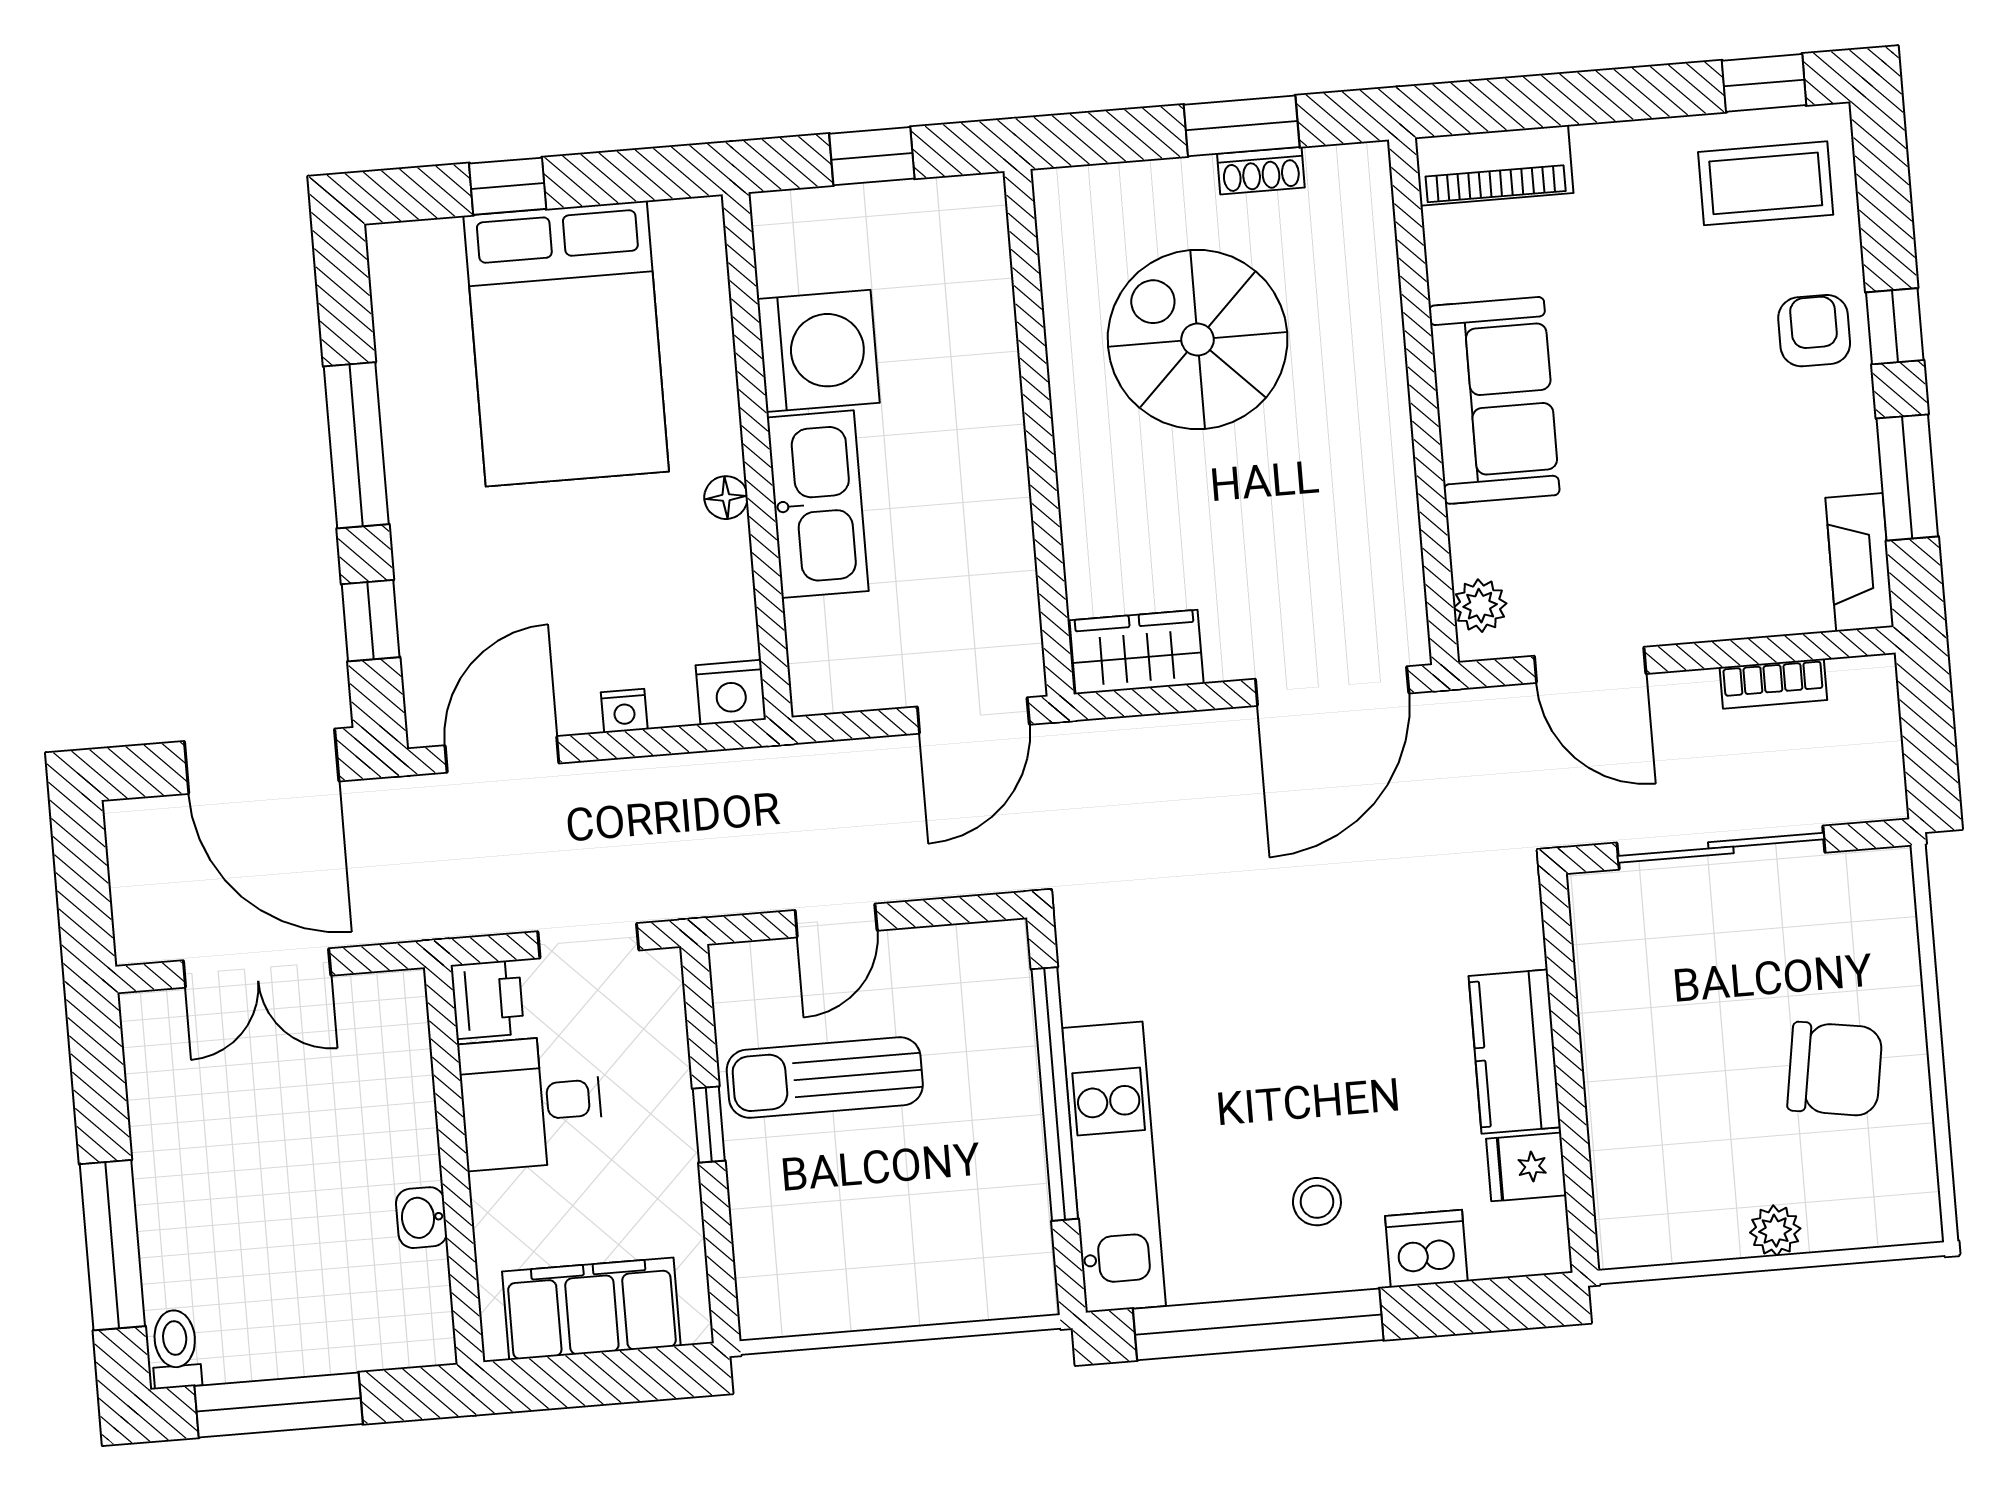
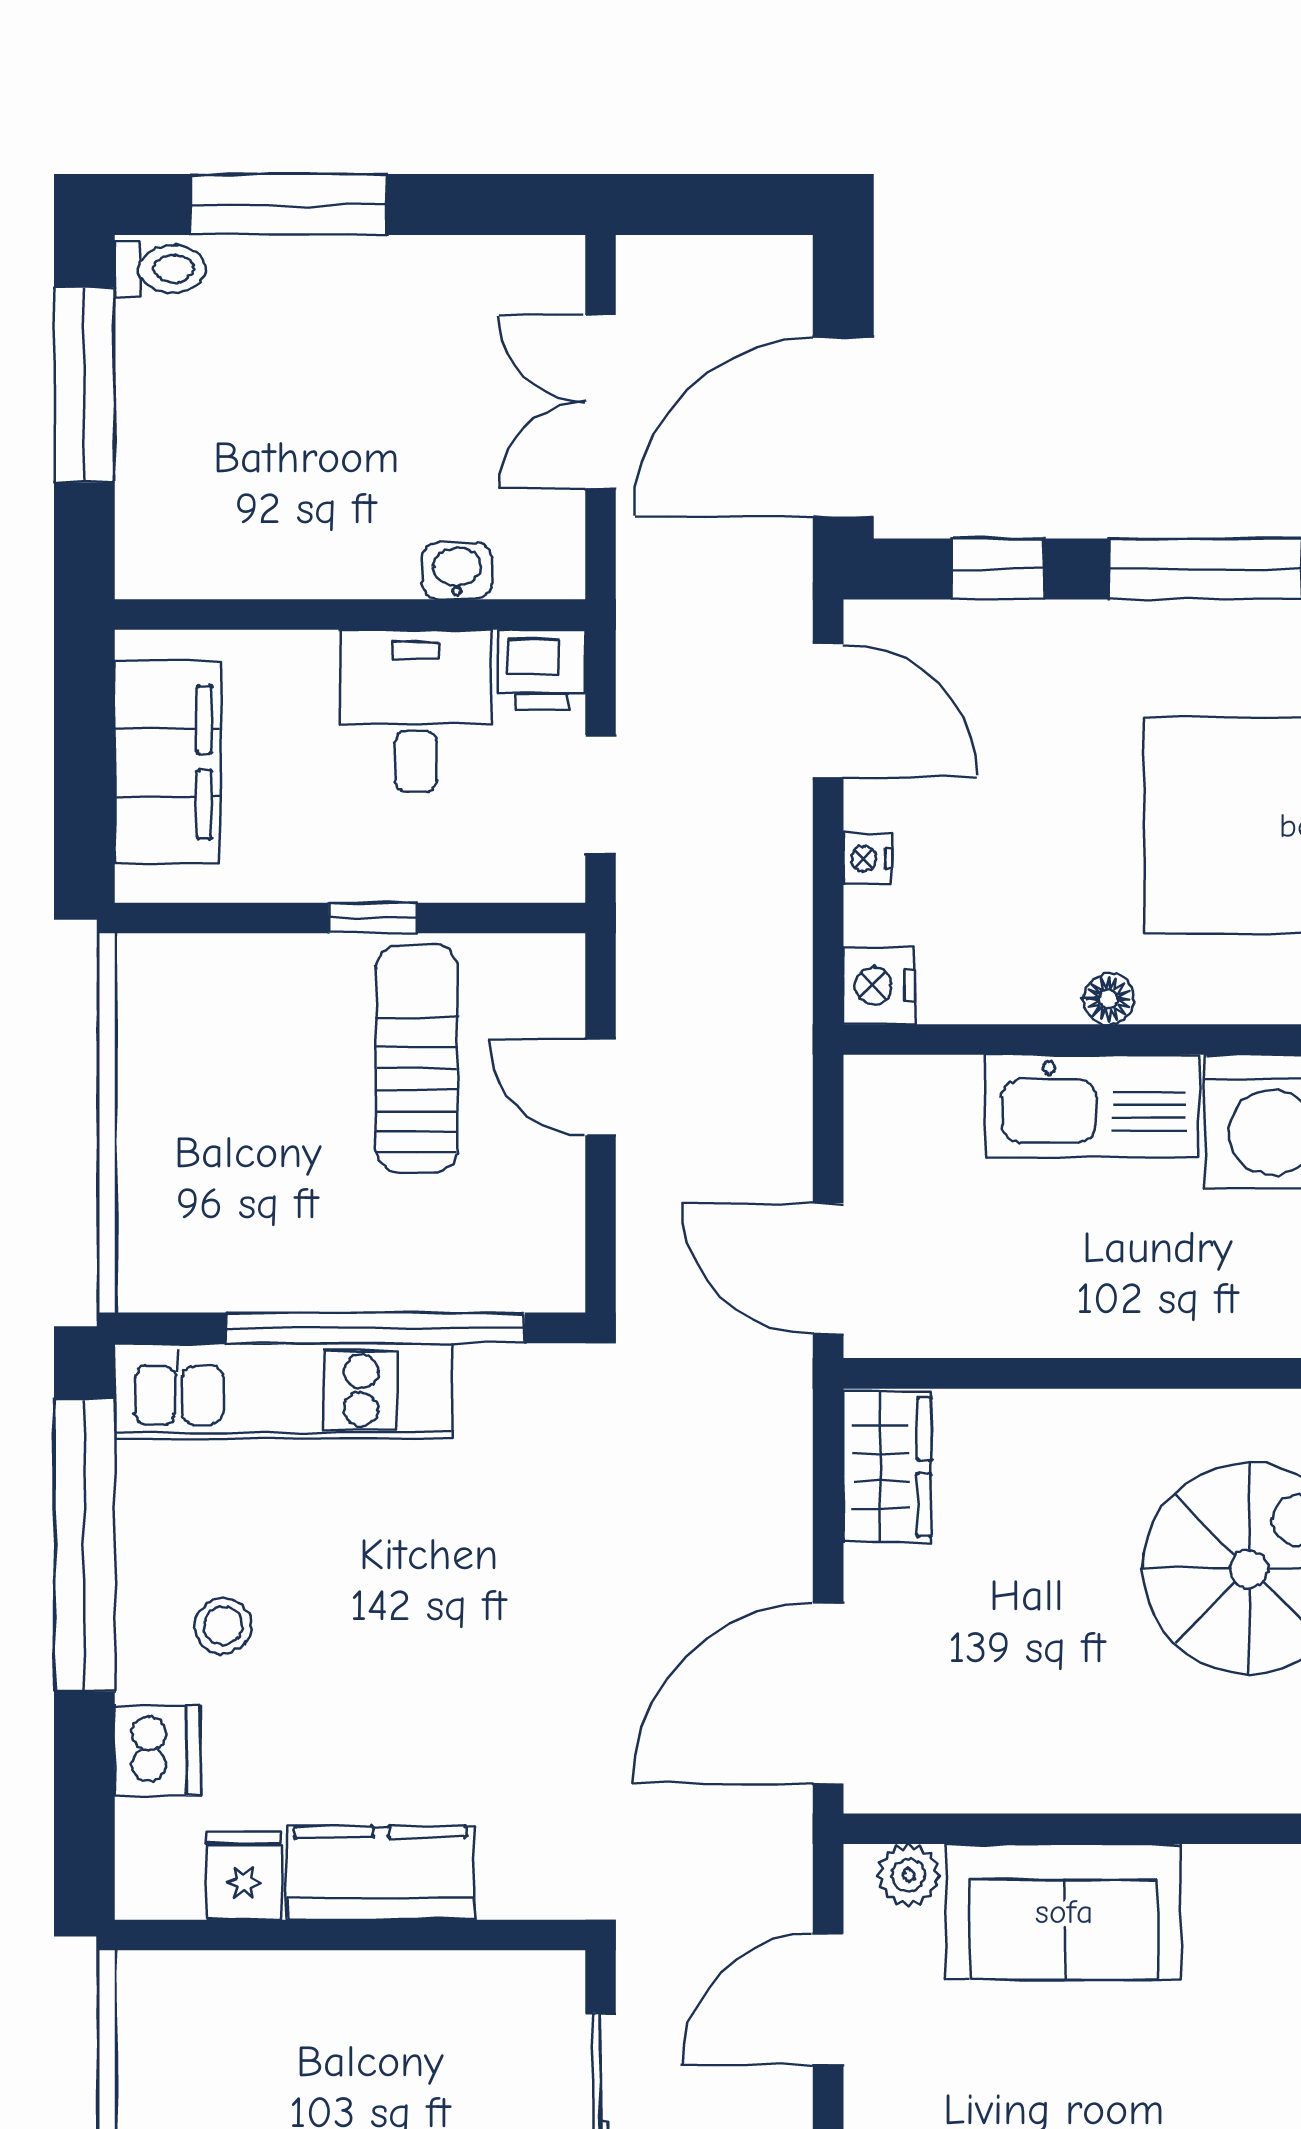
sofa: (1494, 400) -> (1064, 1912), moved
door: (1332, 686) -> (828, 1694), hinge flipped
washbasin: (421, 1218) -> (457, 571), moved

